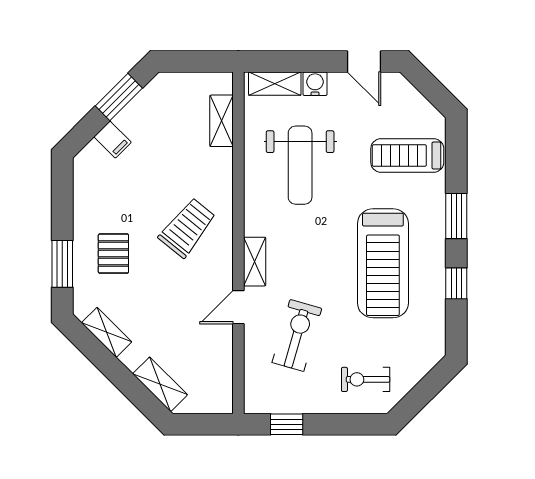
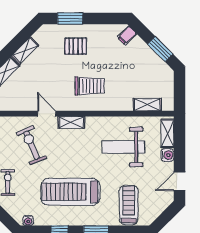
filing cabinet: (113, 140) -> (127, 35), moved
trolley: (187, 228) -> (90, 86), turned -39
shelving: (107, 332) -> (25, 51), moved
exercise bike: (297, 335) -> (31, 145), turned -129
water cooler: (436, 342) -> (28, 221), added

